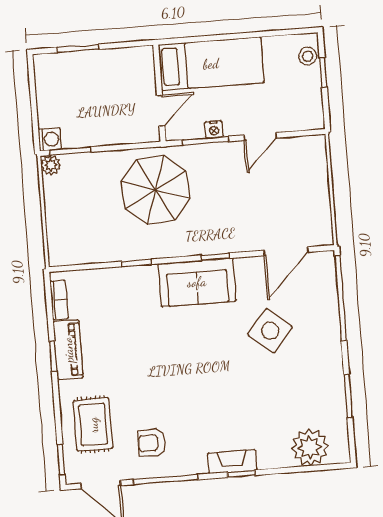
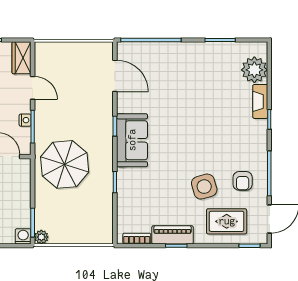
wardrobe: (302, 118) -> (22, 58), added
side table: (270, 331) -> (204, 187), moved, turned 34
fireplace: (232, 462) -> (260, 101), moved

